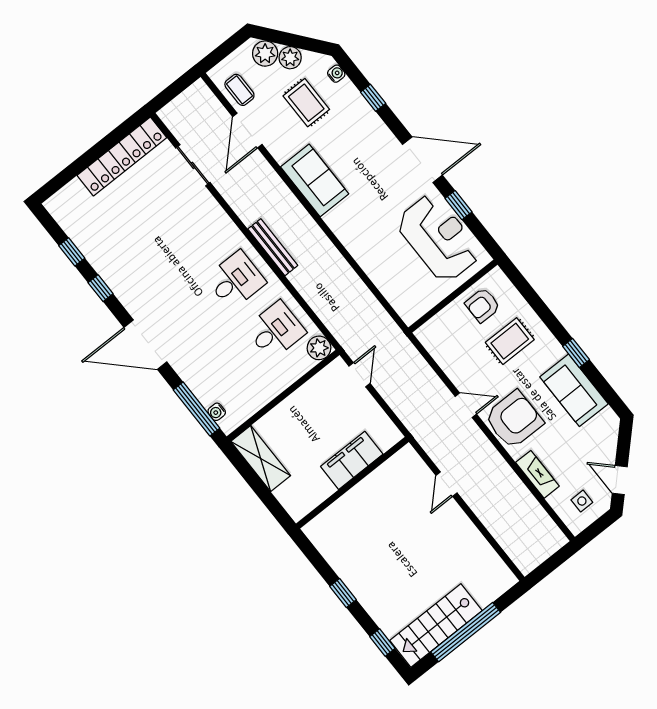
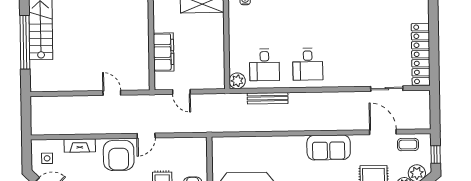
window: (226, 48) -> (436, 154), added
bench: (273, 247) -> (268, 98), moved
door: (359, 375) -> (181, 92), moved

